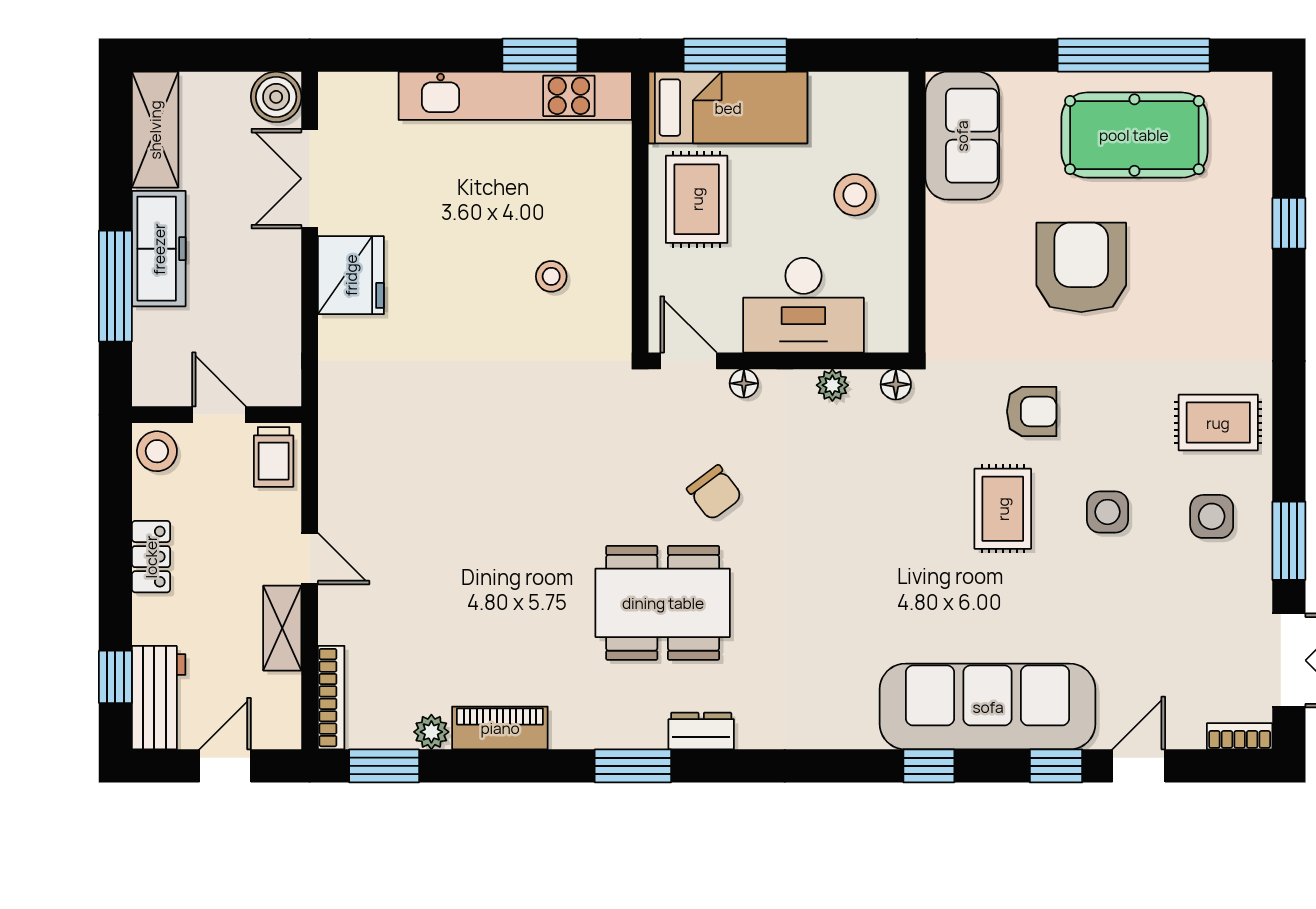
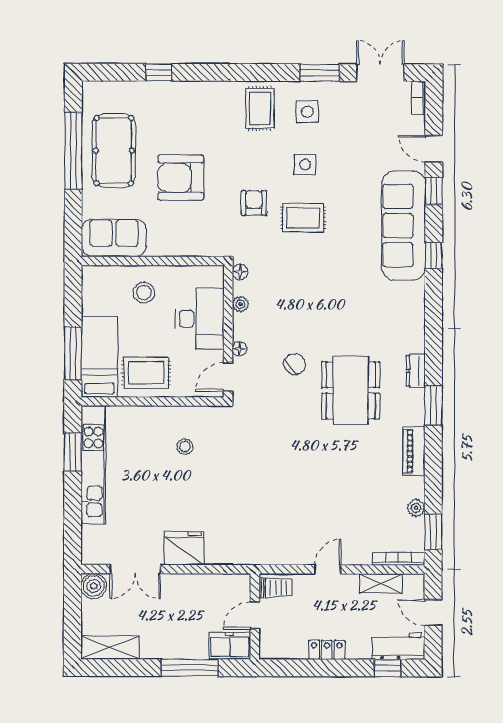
freezer: (159, 249) -> (230, 646), moved, width x0.71
stool: (157, 451) -> (273, 647), removed
shelving: (282, 628) -> (381, 583), moved
piano: (500, 728) -> (414, 451), moved

